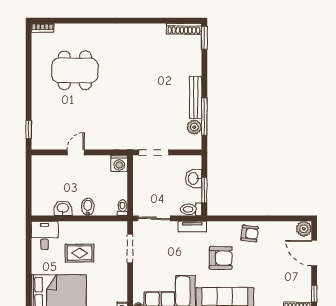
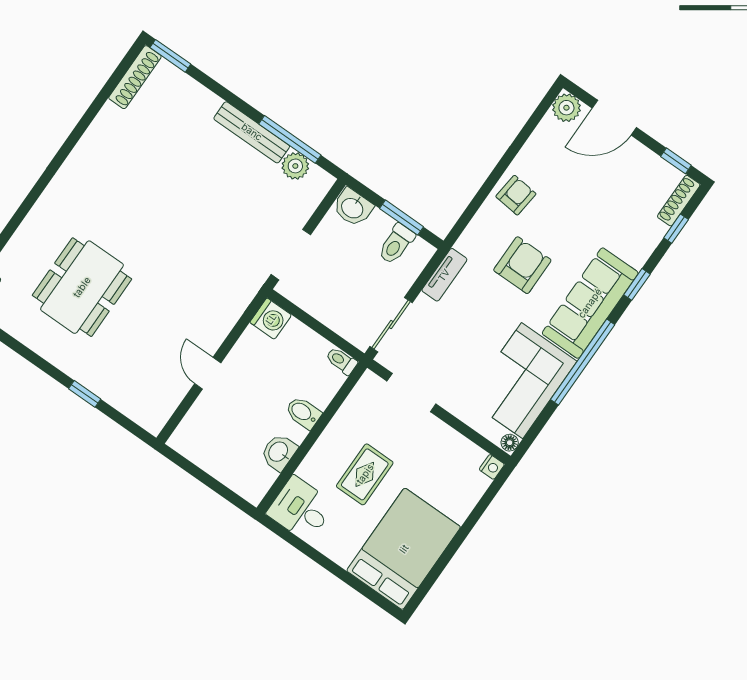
window: (29, 129) -> (85, 394), moved
washbasin: (194, 178) -> (353, 208), moved
toilet: (191, 209) -> (396, 244), moved

